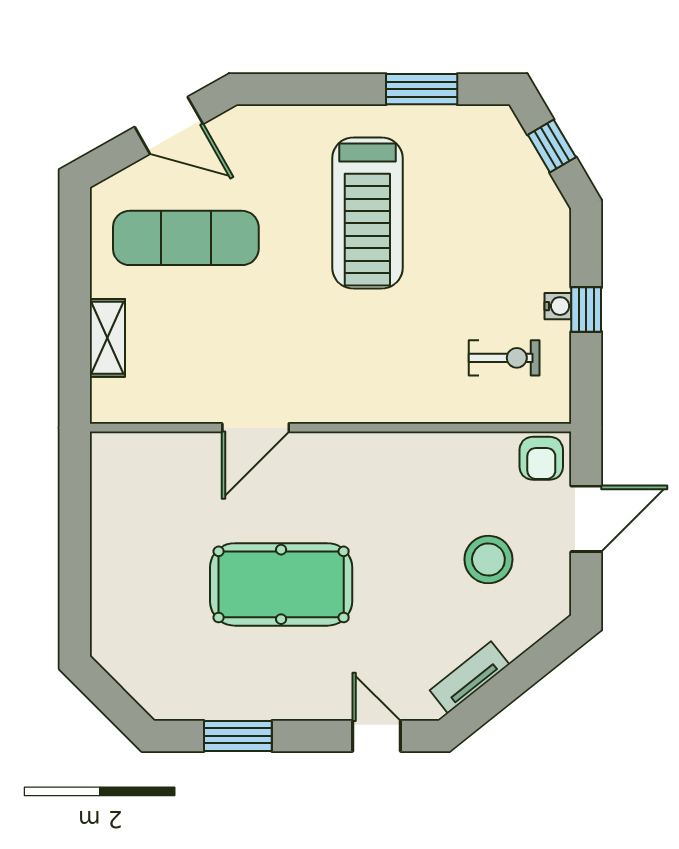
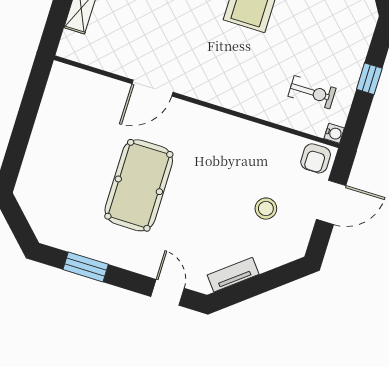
water cooler: (558, 306) -> (334, 133), moved
stool: (488, 560) -> (266, 209), width x0.73, depth x0.73
pool table: (281, 584) -> (139, 185), turned 90

